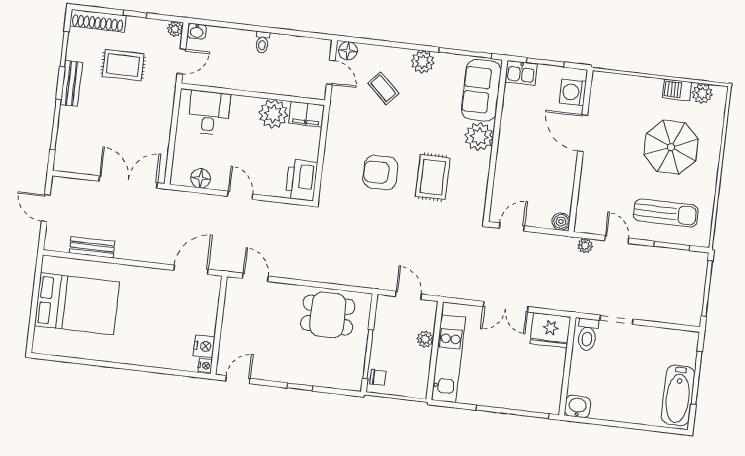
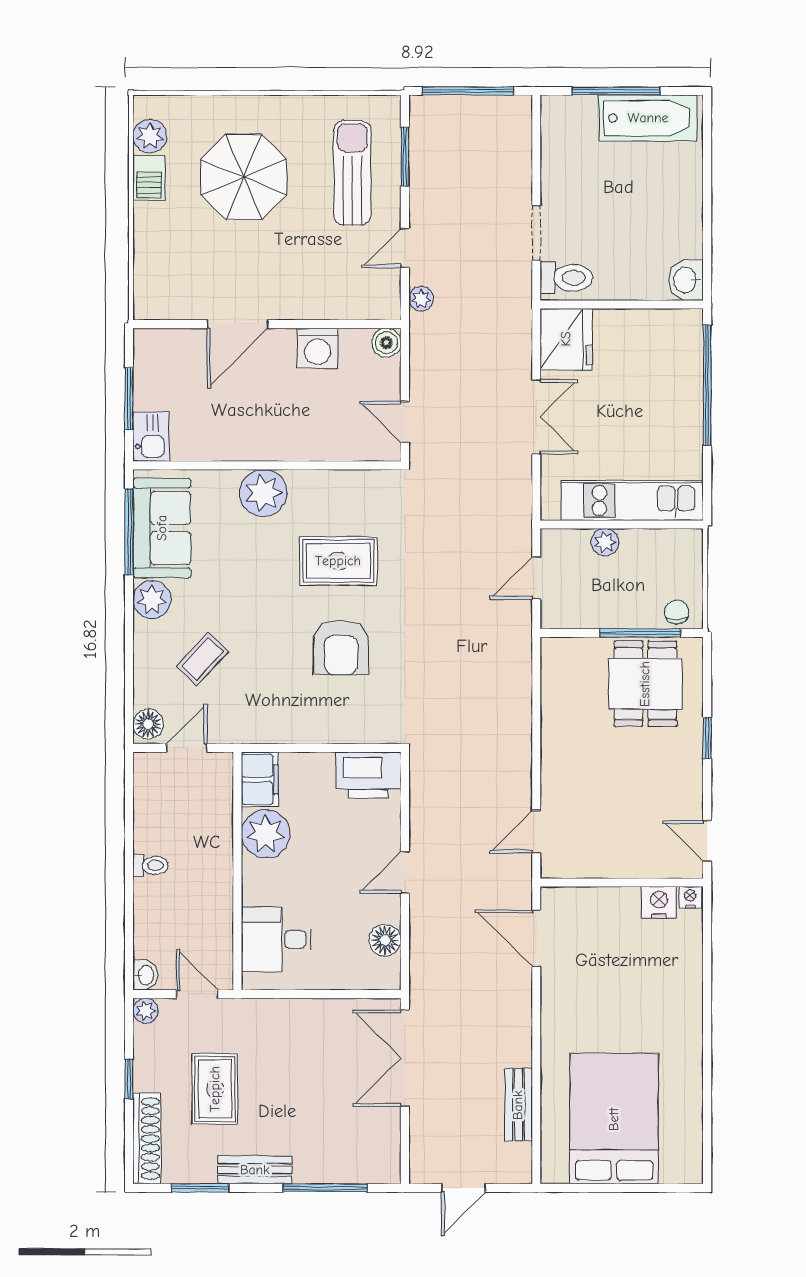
sofa: (481, 90) -> (162, 528), moved, turned -90
washing machine: (573, 92) -> (318, 348), moved
dining table: (328, 315) -> (645, 684), moved

